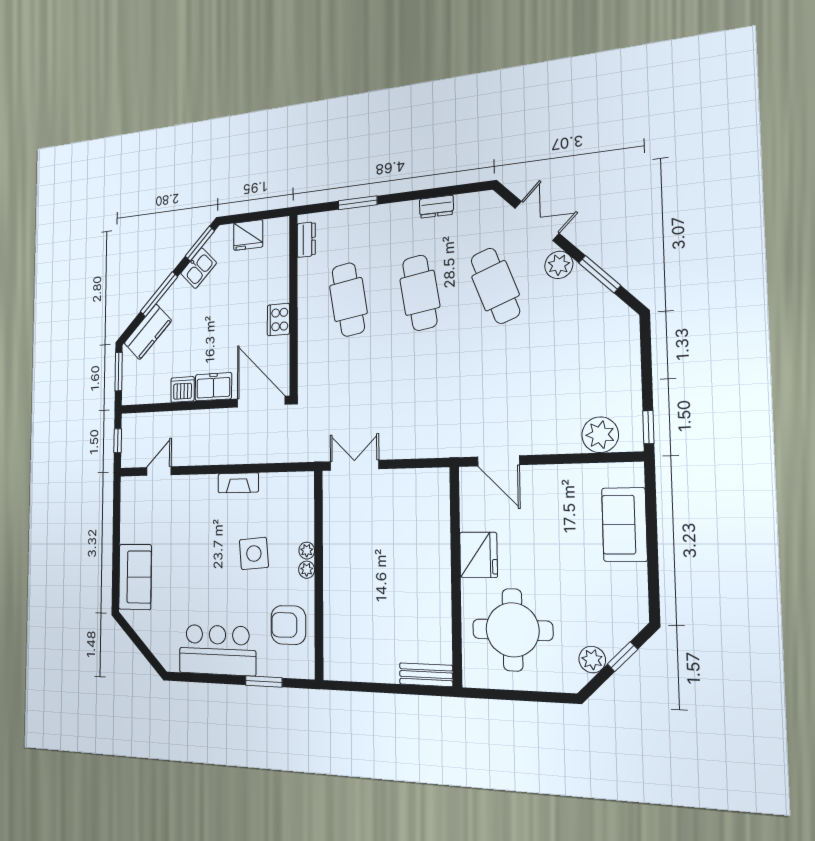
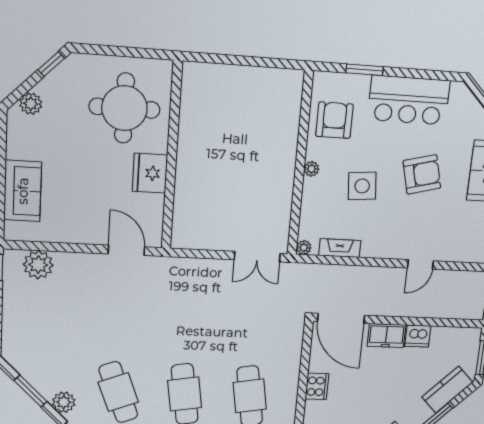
door: (159, 471) -> (420, 264), moved
fireplace: (238, 483) -> (340, 248), moved
plant: (307, 551) -> (304, 248), moved
armchair: (197, 570) -> (422, 174), added
armchair: (288, 625) -> (334, 120), turned -90
window: (622, 657) -> (51, 64), moved
plant: (592, 660) -> (31, 104), moved
bench: (426, 675) -> (206, 72), removed

